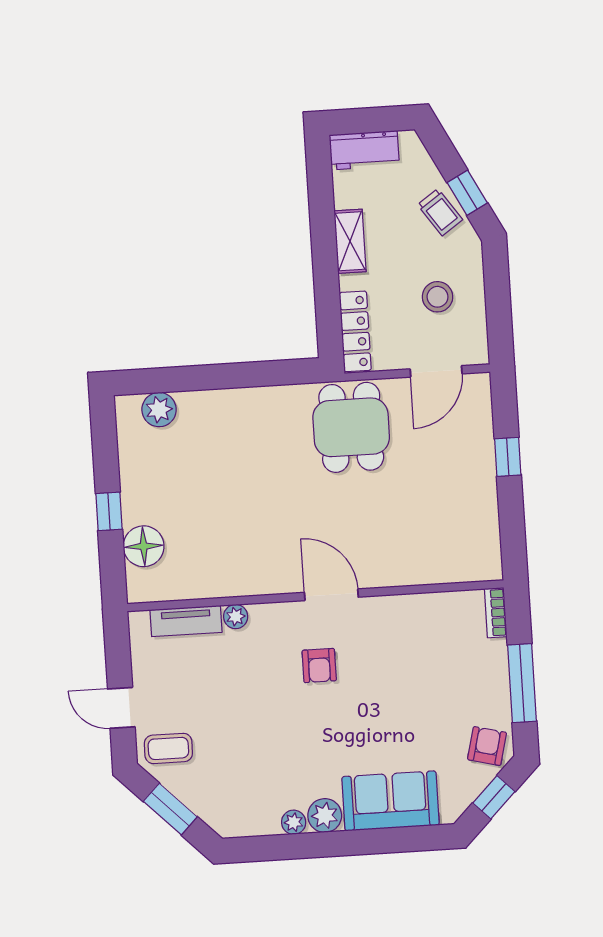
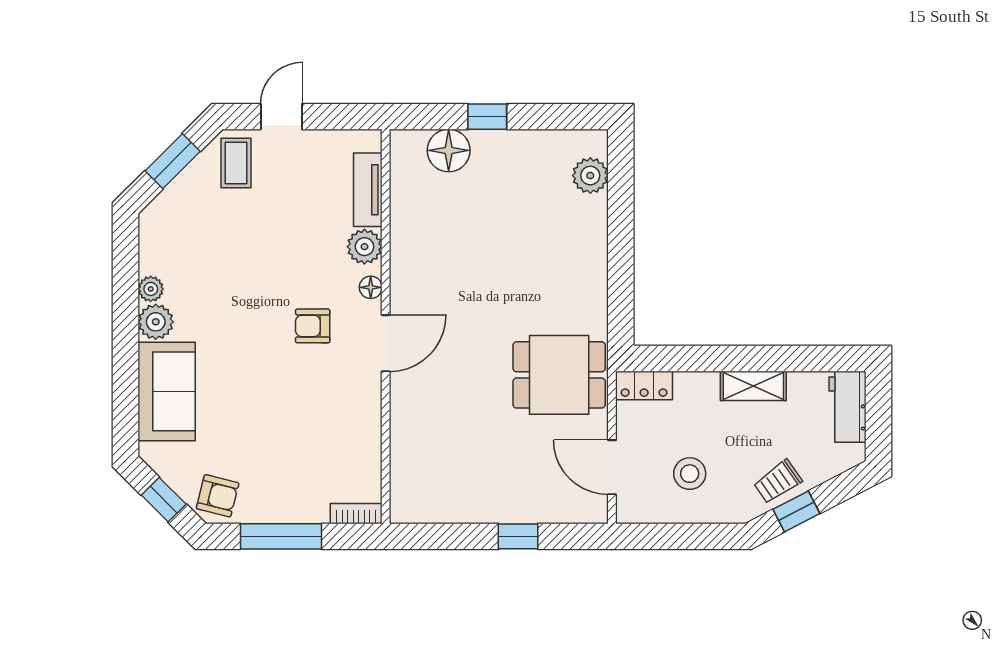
locker: (355, 331) -> (644, 385), width x0.66
floor lamp: (279, 612) -> (371, 287), added
plant: (236, 617) -> (364, 247), width x1.38, depth x1.38

